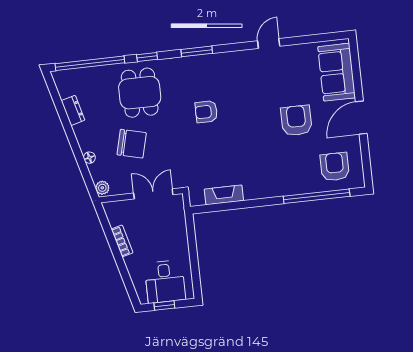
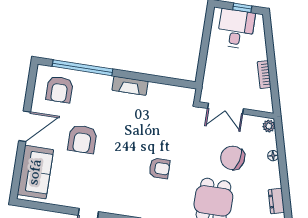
fireplace: (224, 195) -> (130, 86), moved

